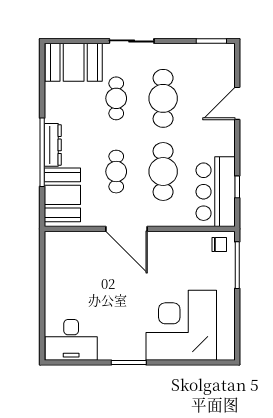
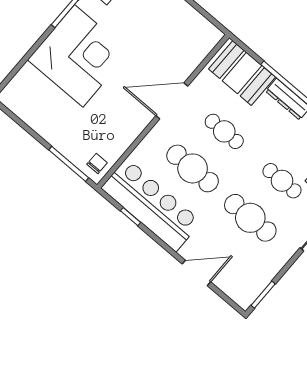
door: (237, 103) -> (196, 273), hinge flipped
bar counter: (216, 192) -> (151, 205), width x1.36
chair: (219, 244) -> (97, 163), turned 180
corner desk: (181, 325) -> (79, 56), moved

